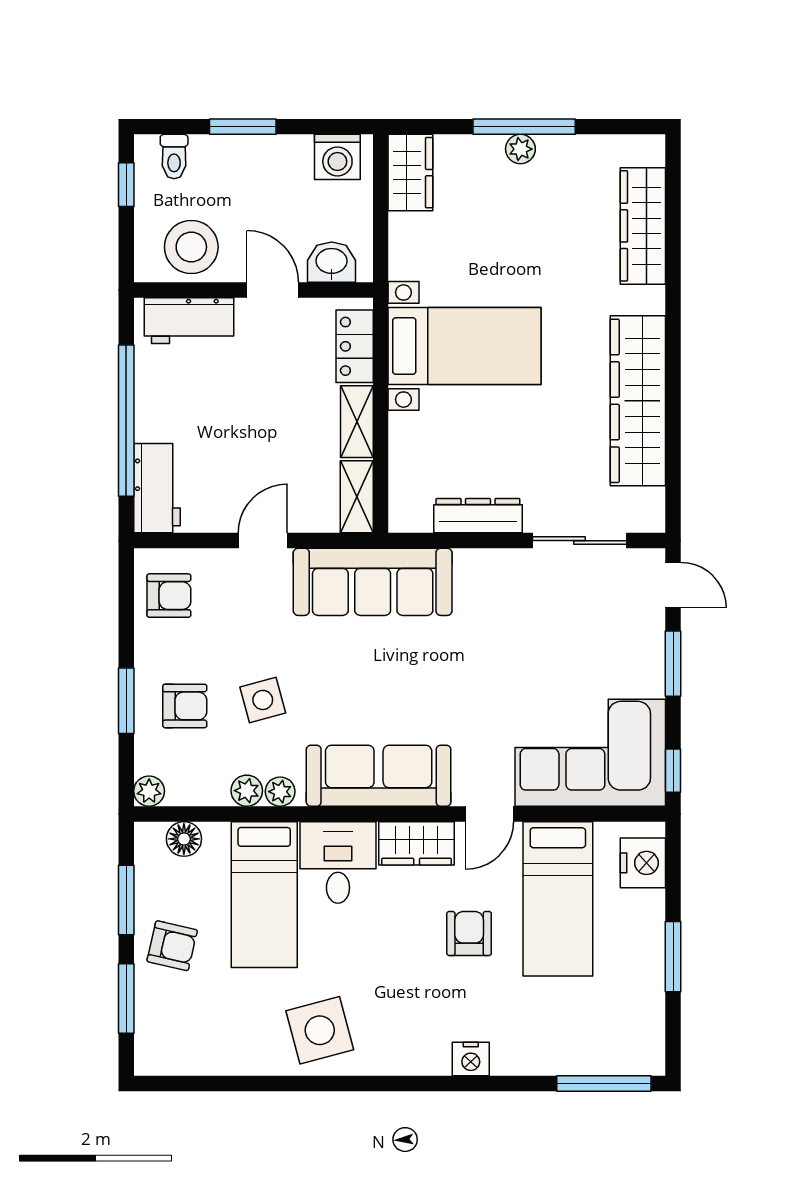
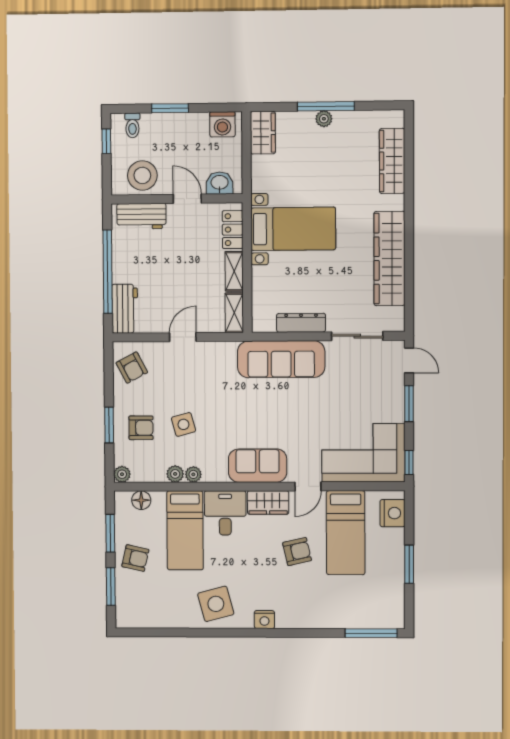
sofa: (373, 582) -> (281, 359), moved
armchair: (169, 596) -> (132, 368), turned 62
sofa: (379, 776) -> (258, 466), width x0.73
armchair: (469, 933) -> (297, 552), turned 77
nightstand: (471, 1059) -> (264, 620), moved

